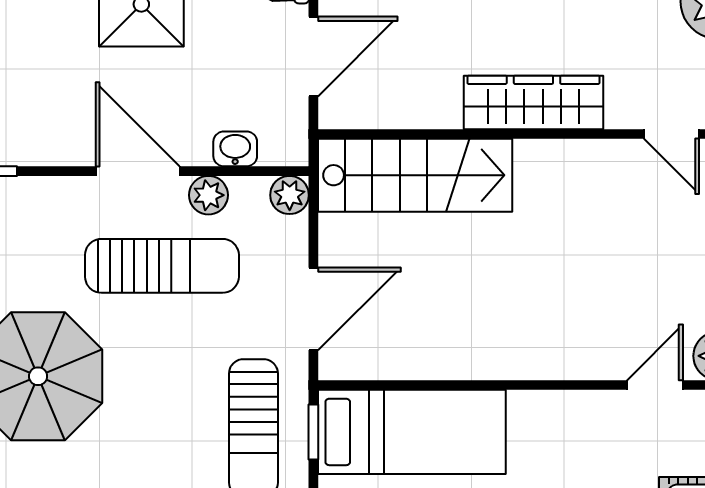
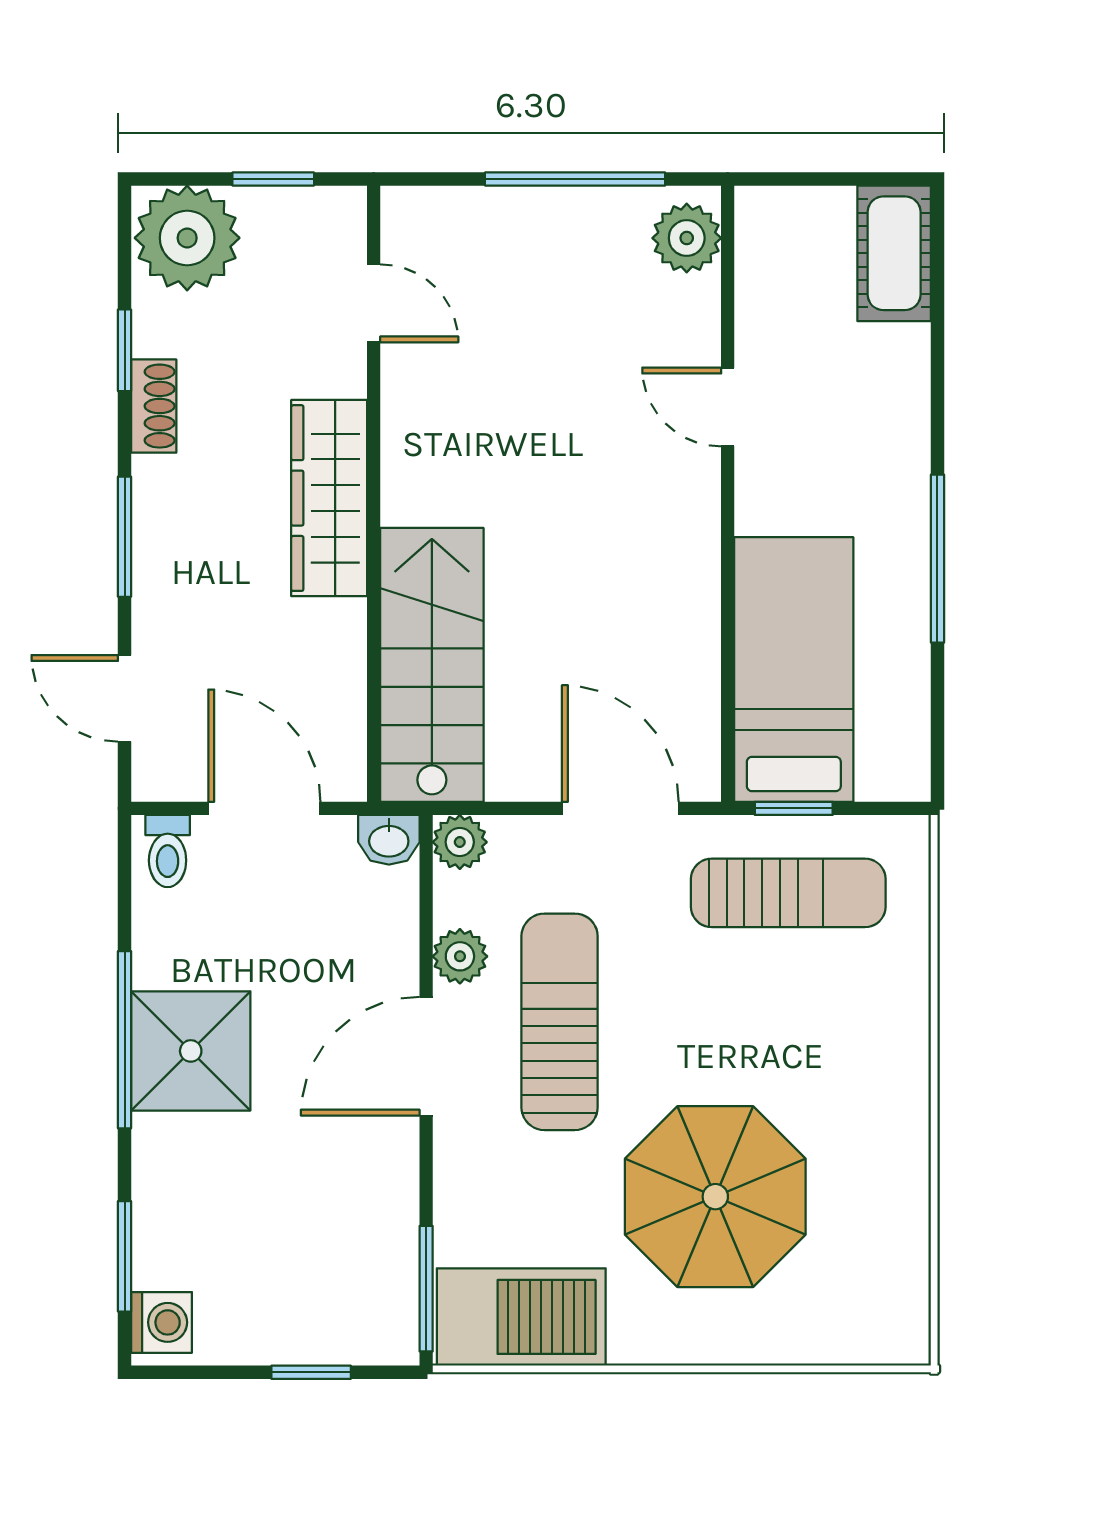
door: (672, 134) -> (374, 303), hinge flipped
washbasin: (235, 149) -> (389, 840), moved, turned -90
door: (655, 385) -> (728, 407), moved

